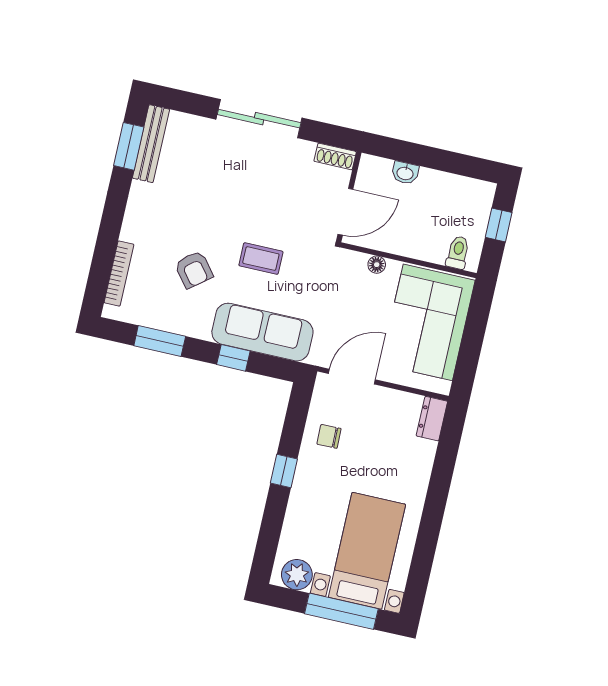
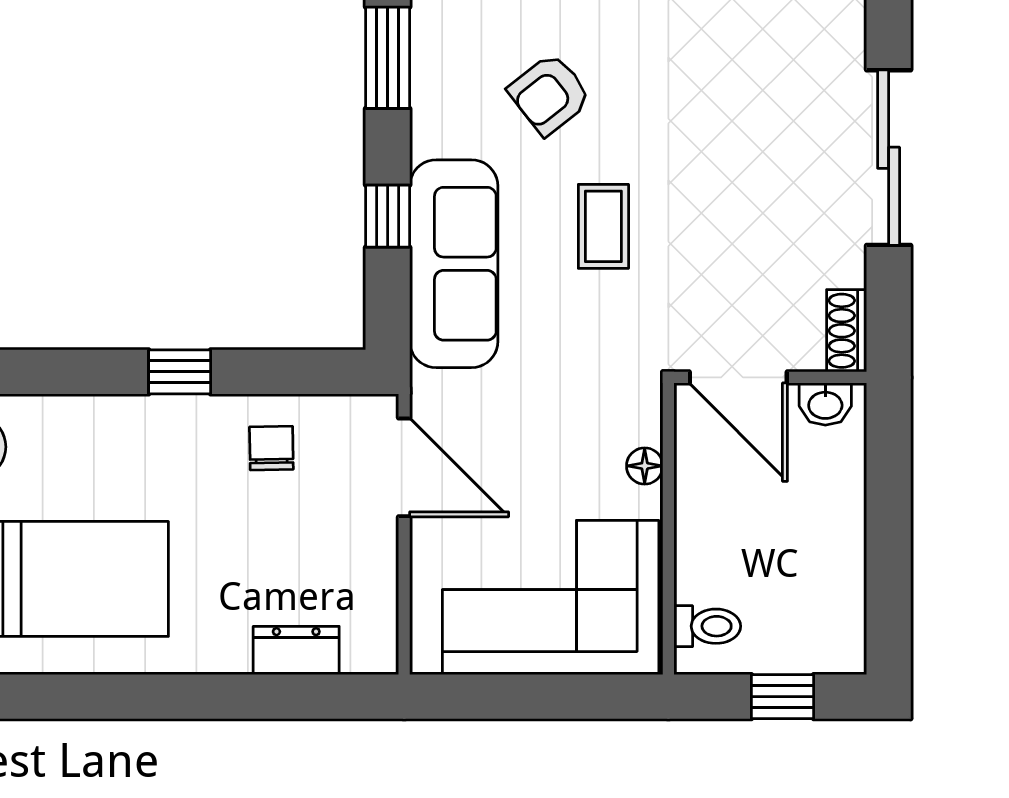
washbasin: (405, 173) -> (825, 404), moved, turned -90
dresser: (432, 419) -> (296, 650), moved

